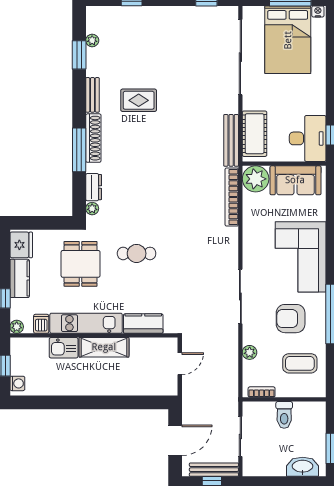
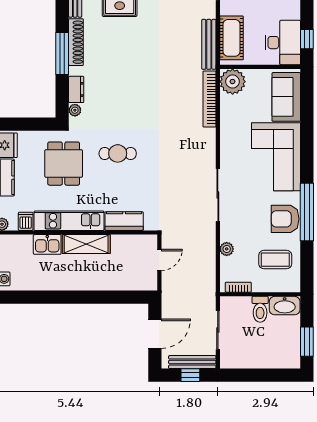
sofa: (295, 180) -> (286, 97), moved, turned 90
armchair: (291, 319) -> (285, 219), moved
washbasin: (303, 467) -> (285, 306), moved, turned 180

